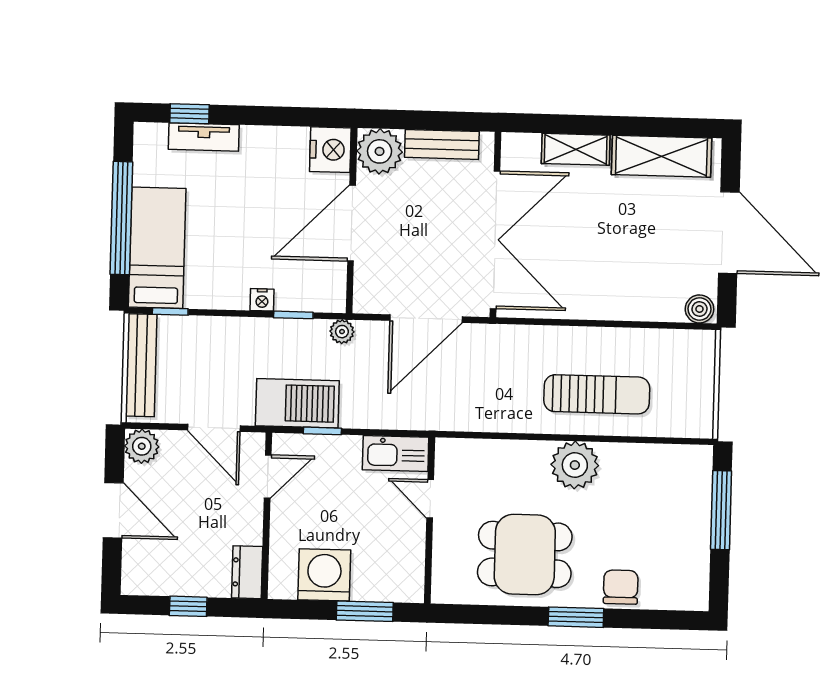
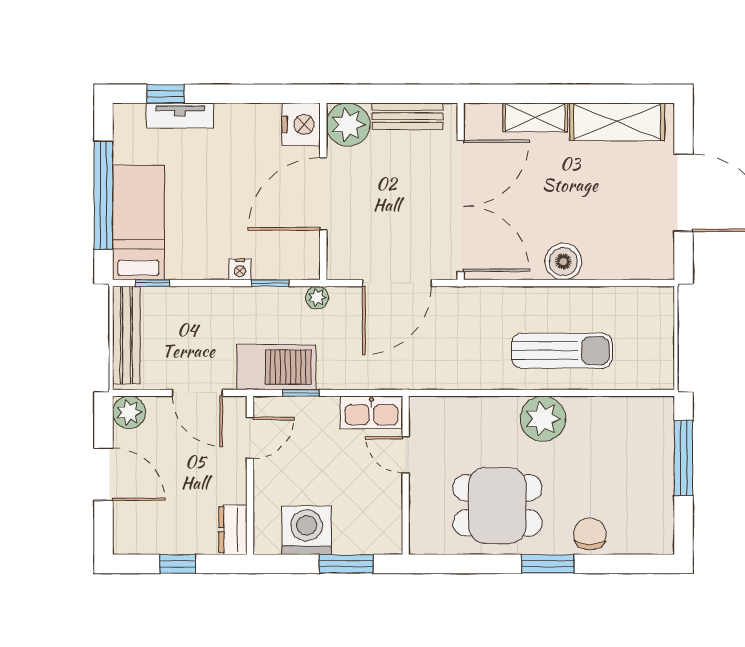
boiler: (699, 309) -> (563, 262), moved, width x1.36, depth x1.36

